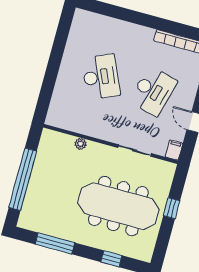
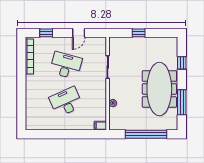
filing cabinet: (174, 150) -> (100, 126), moved
meeting table: (118, 206) -> (159, 89), moved

